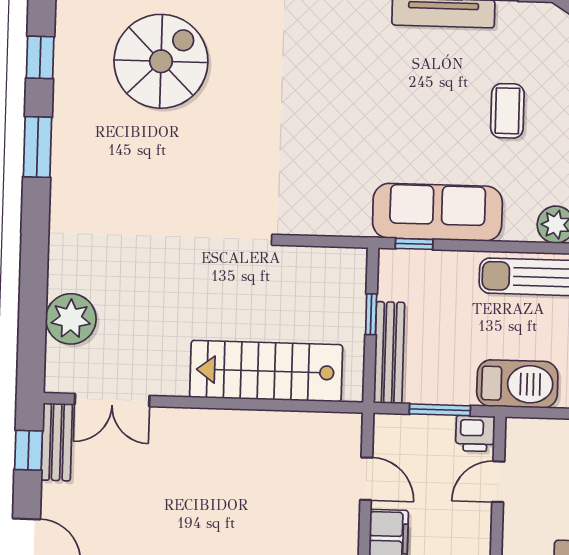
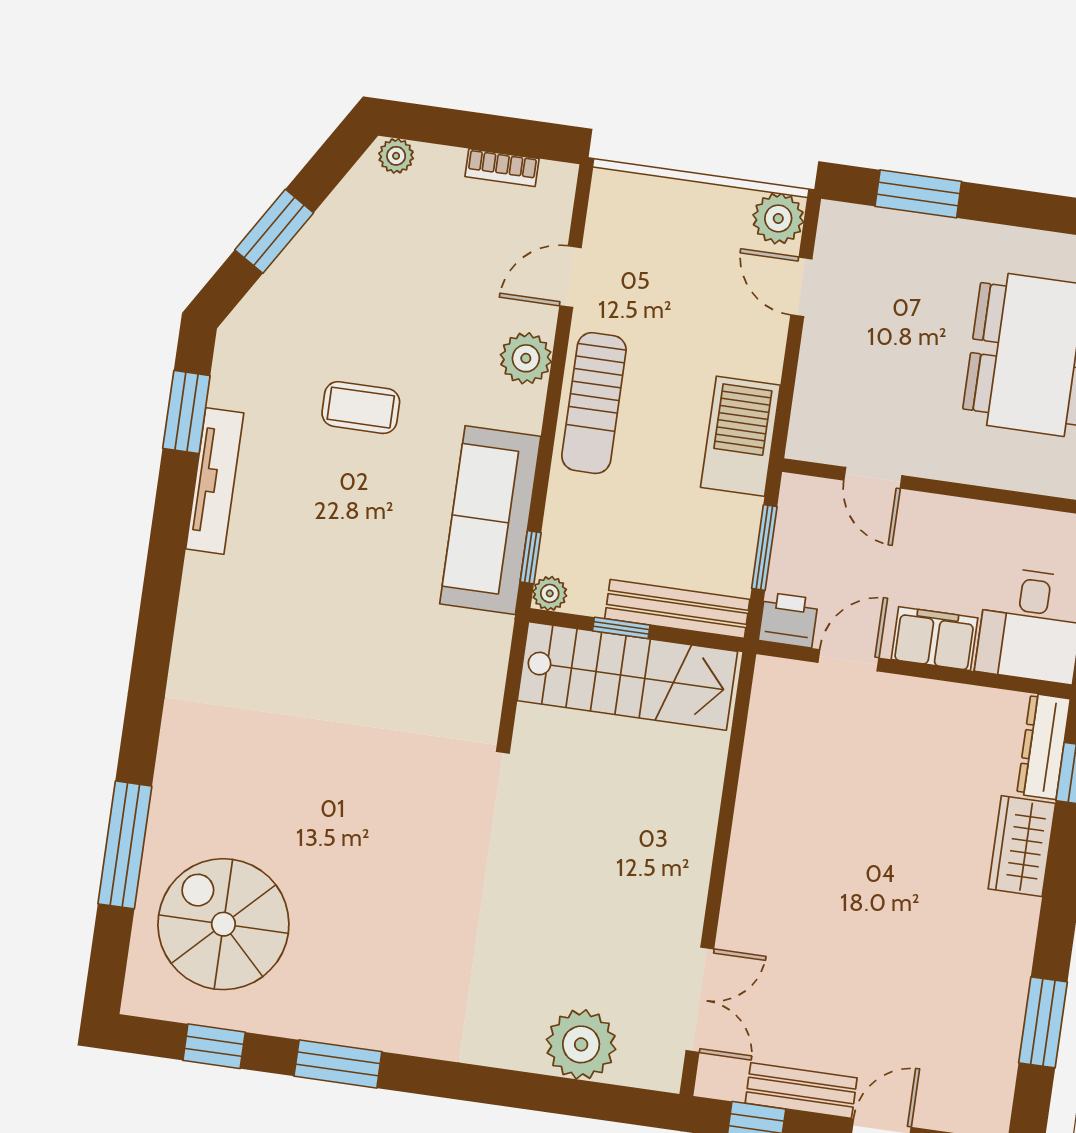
spiral stairs: (161, 61) -> (223, 924), moved
plant: (390, 260) -> (550, 593), added
stairs: (266, 371) -> (627, 676), moved, turned -90
printer: (475, 433) -> (788, 620), moved, turned -90
bench: (57, 442) -> (801, 1091), moved

